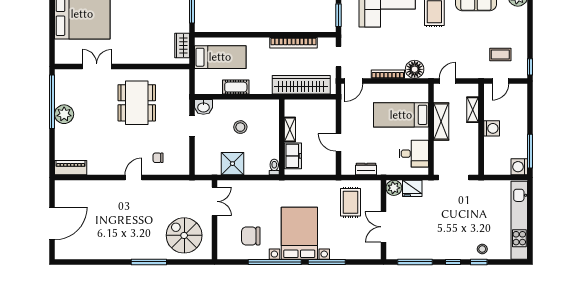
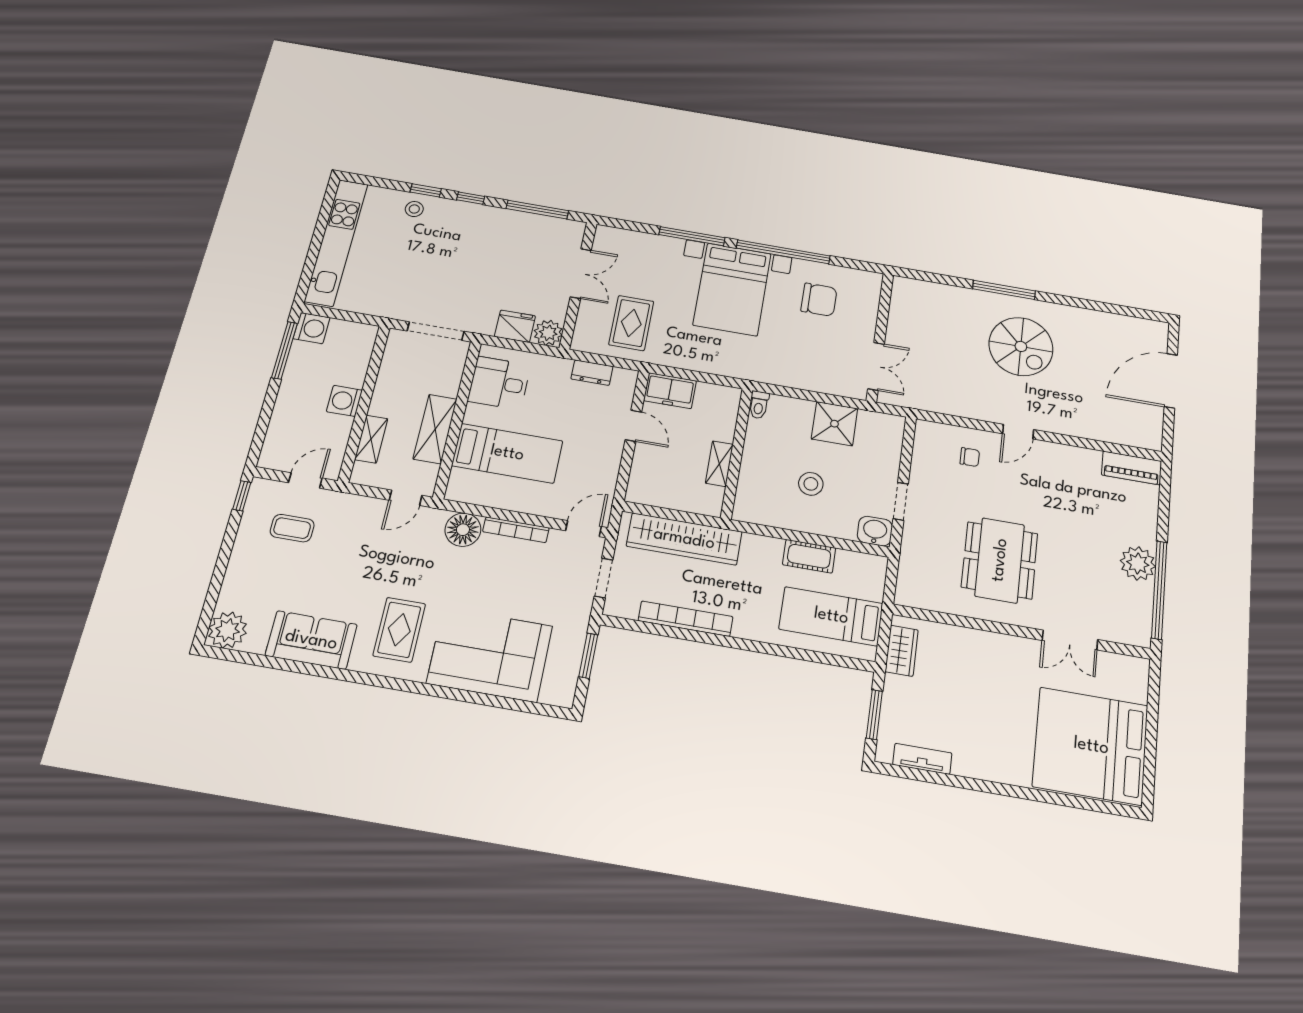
freezer: (293, 156) -> (670, 391), moved, turned -90
double door: (214, 201) -> (876, 366), swing flipped
spiral stairs: (184, 235) -> (1021, 346), moved

